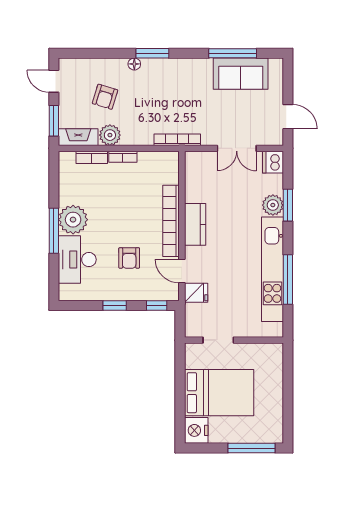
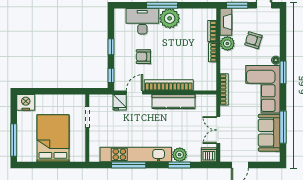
corner sofa: (177, 83) -> (263, 89), added
kitchen counter: (195, 224) -> (173, 102), width x1.50
bed: (219, 393) -> (53, 138), moved, turned 180

